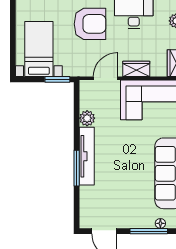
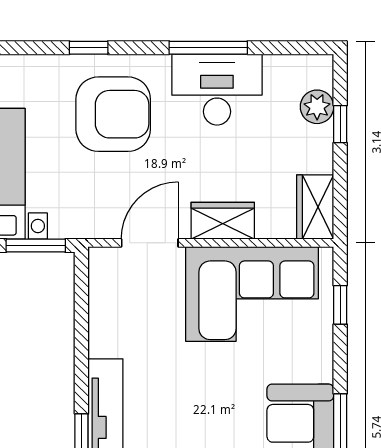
plant: (87, 118) -> (106, 338), removed

